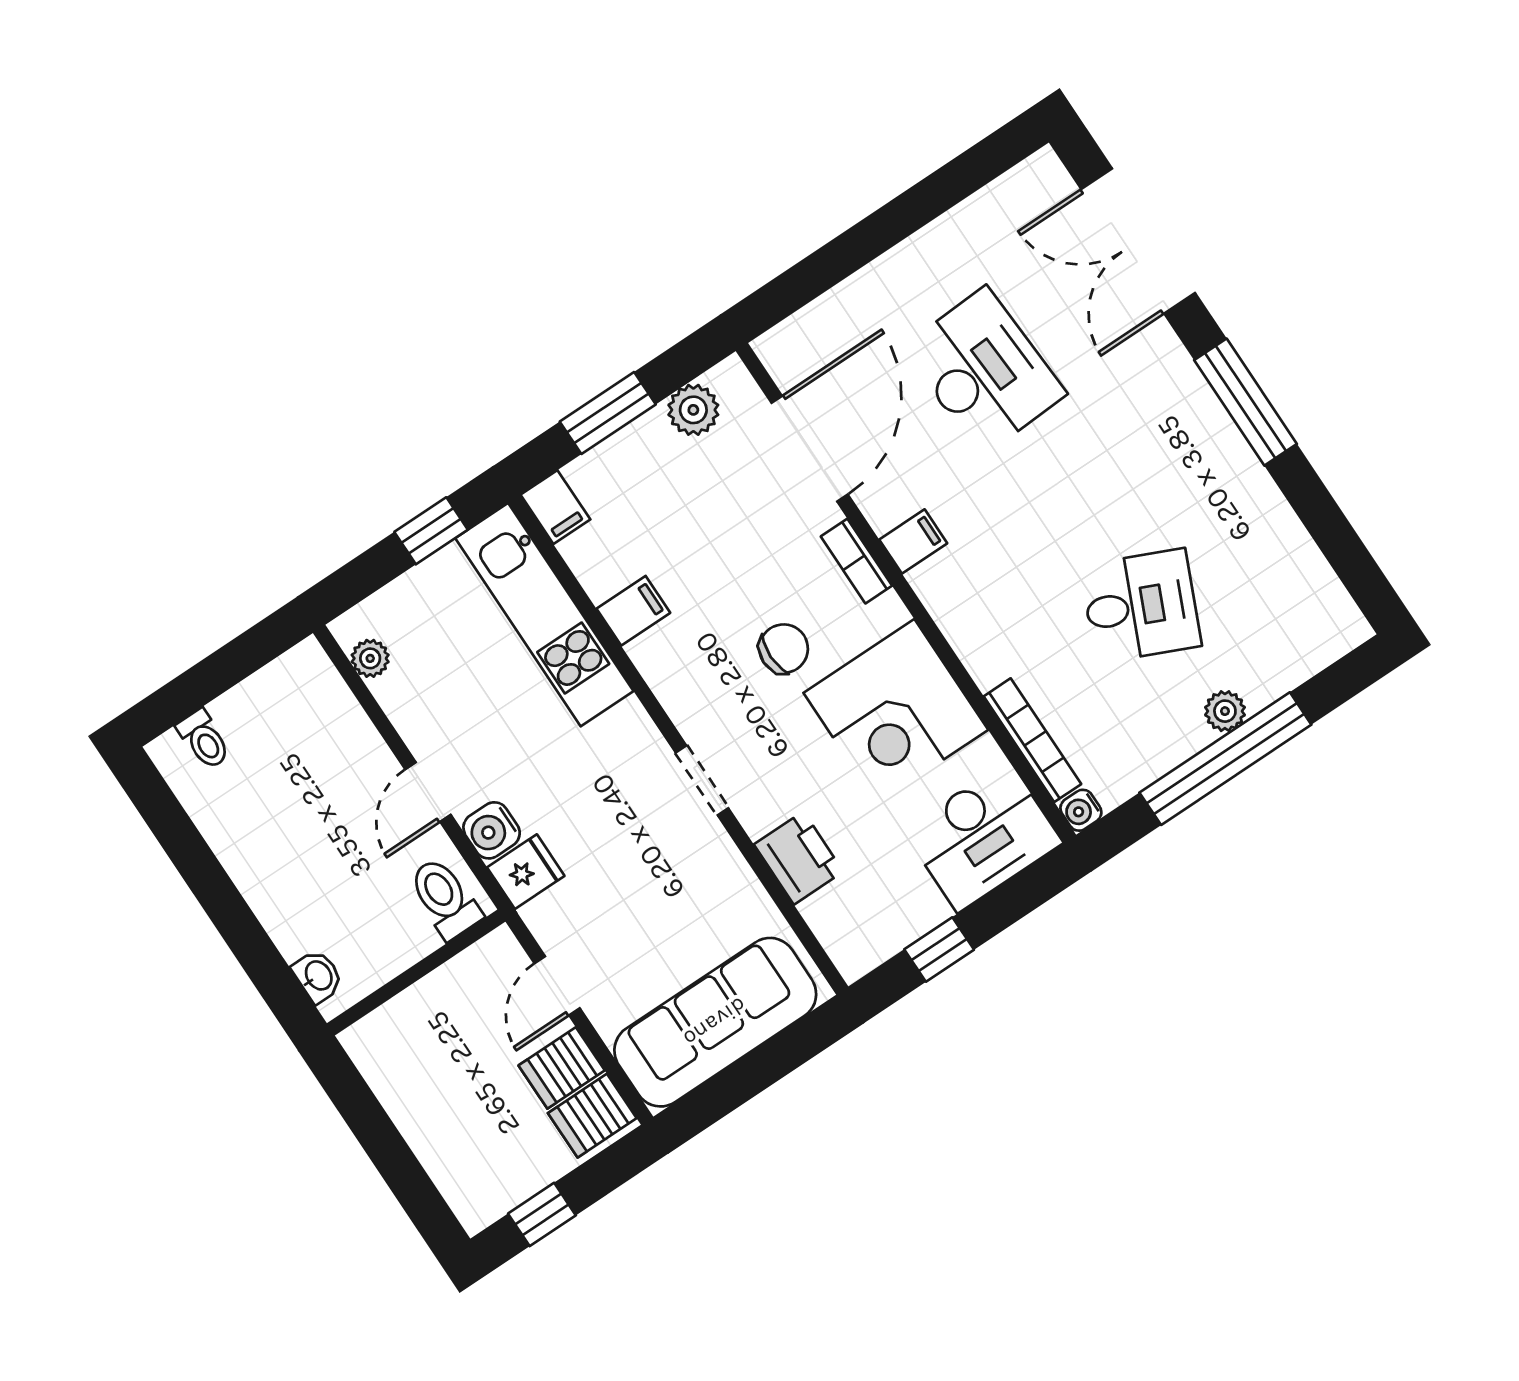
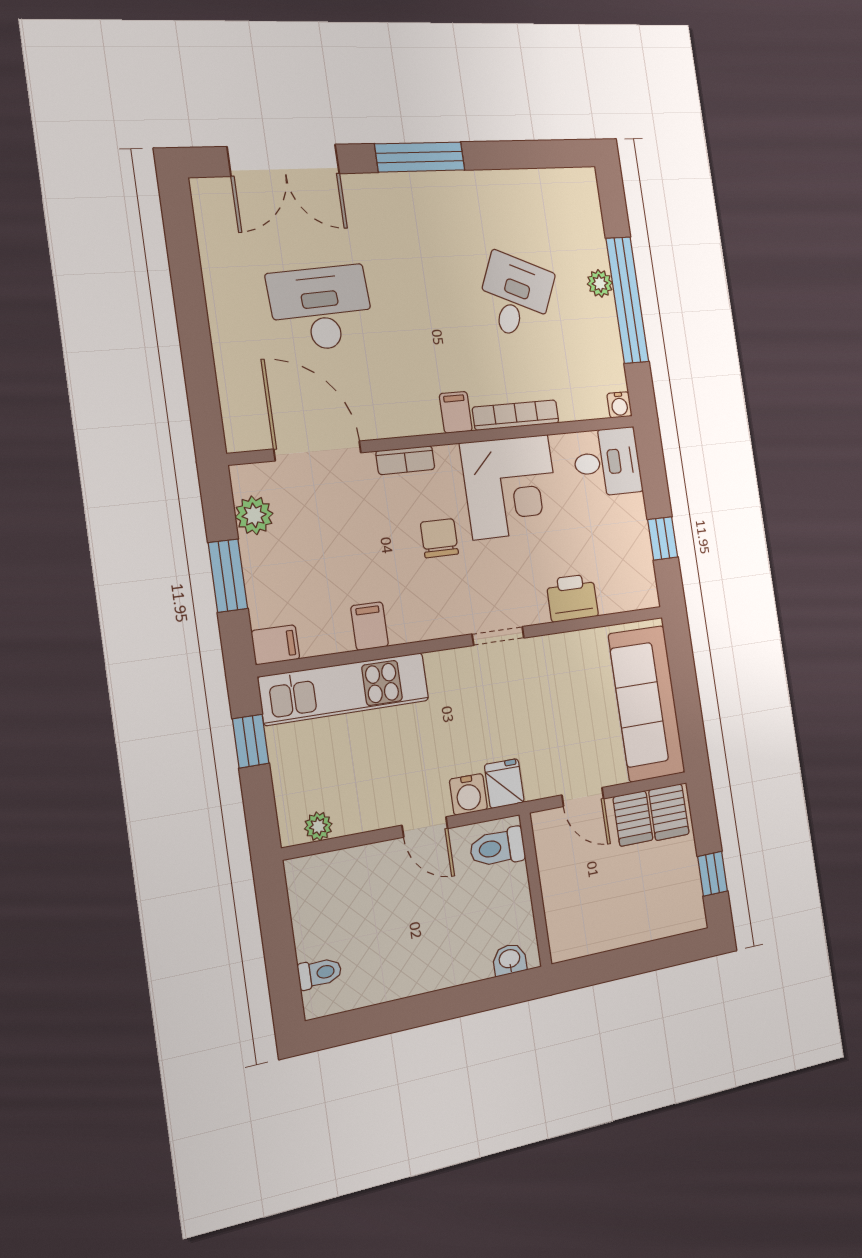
filing cabinet: (913, 541) -> (456, 412), moved
bookcase: (1032, 740) -> (516, 415), moved
desk: (983, 837) -> (607, 462), width x0.73

